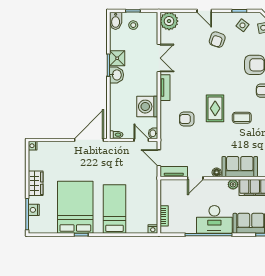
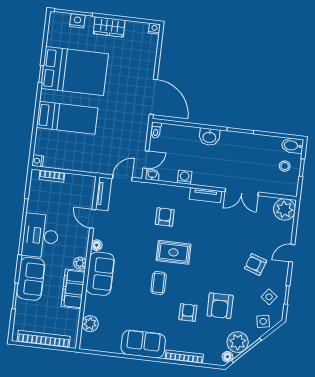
shower: (117, 58) -> (247, 142), removed
washbasin: (116, 75) -> (209, 137), moved
washing machine: (147, 107) -> (185, 177), width x0.53, depth x0.53

